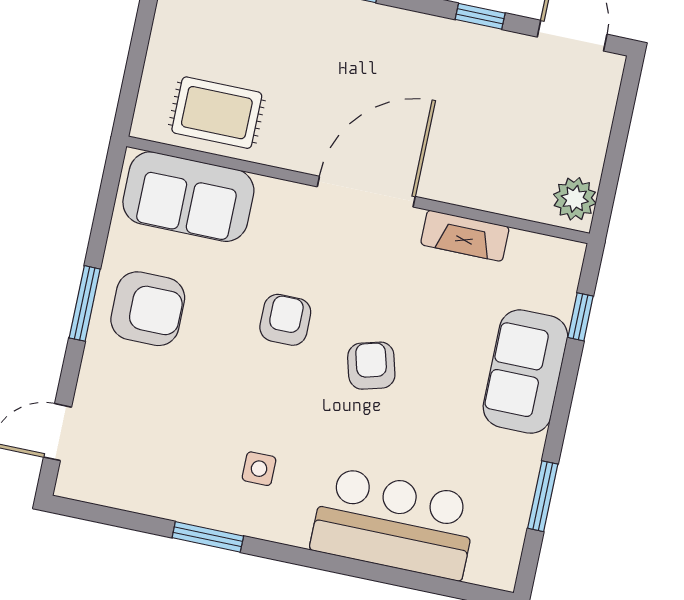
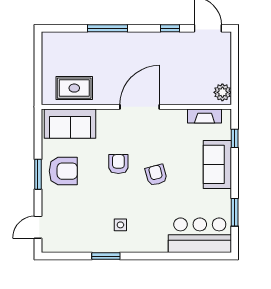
fireplace: (465, 236) -> (205, 116), moved
bar counter: (394, 523) -> (200, 235), moved

